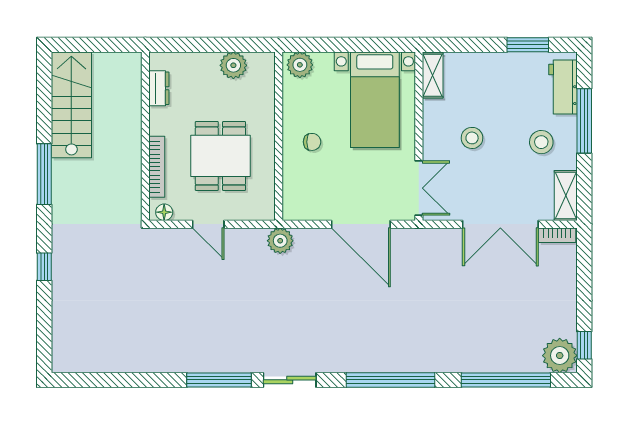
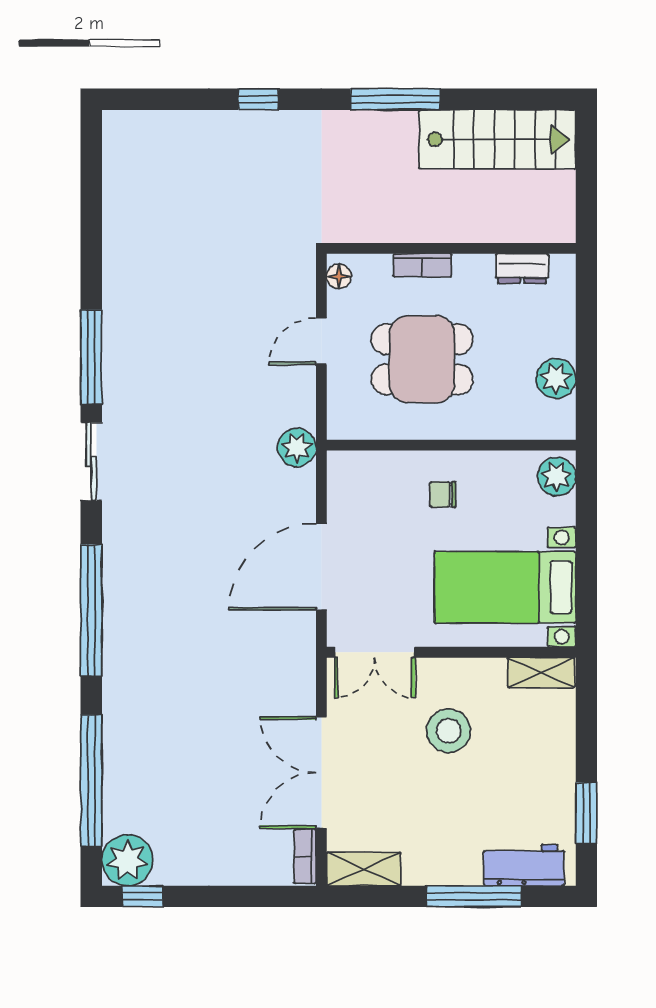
stool: (472, 138) -> (449, 731), width x1.38, depth x1.38
chair: (312, 142) -> (443, 494), turned 90
stool: (541, 142) -> (443, 833), removed
bookcase: (157, 167) -> (422, 265), width x0.64

